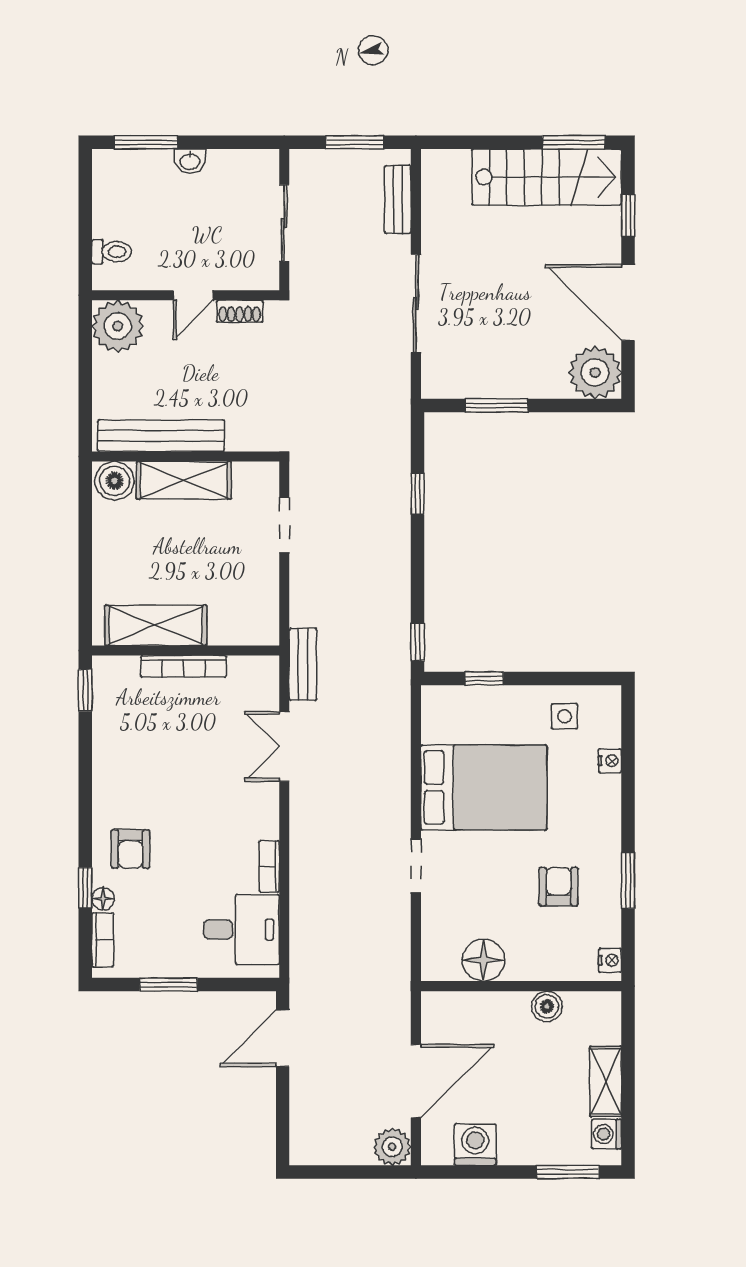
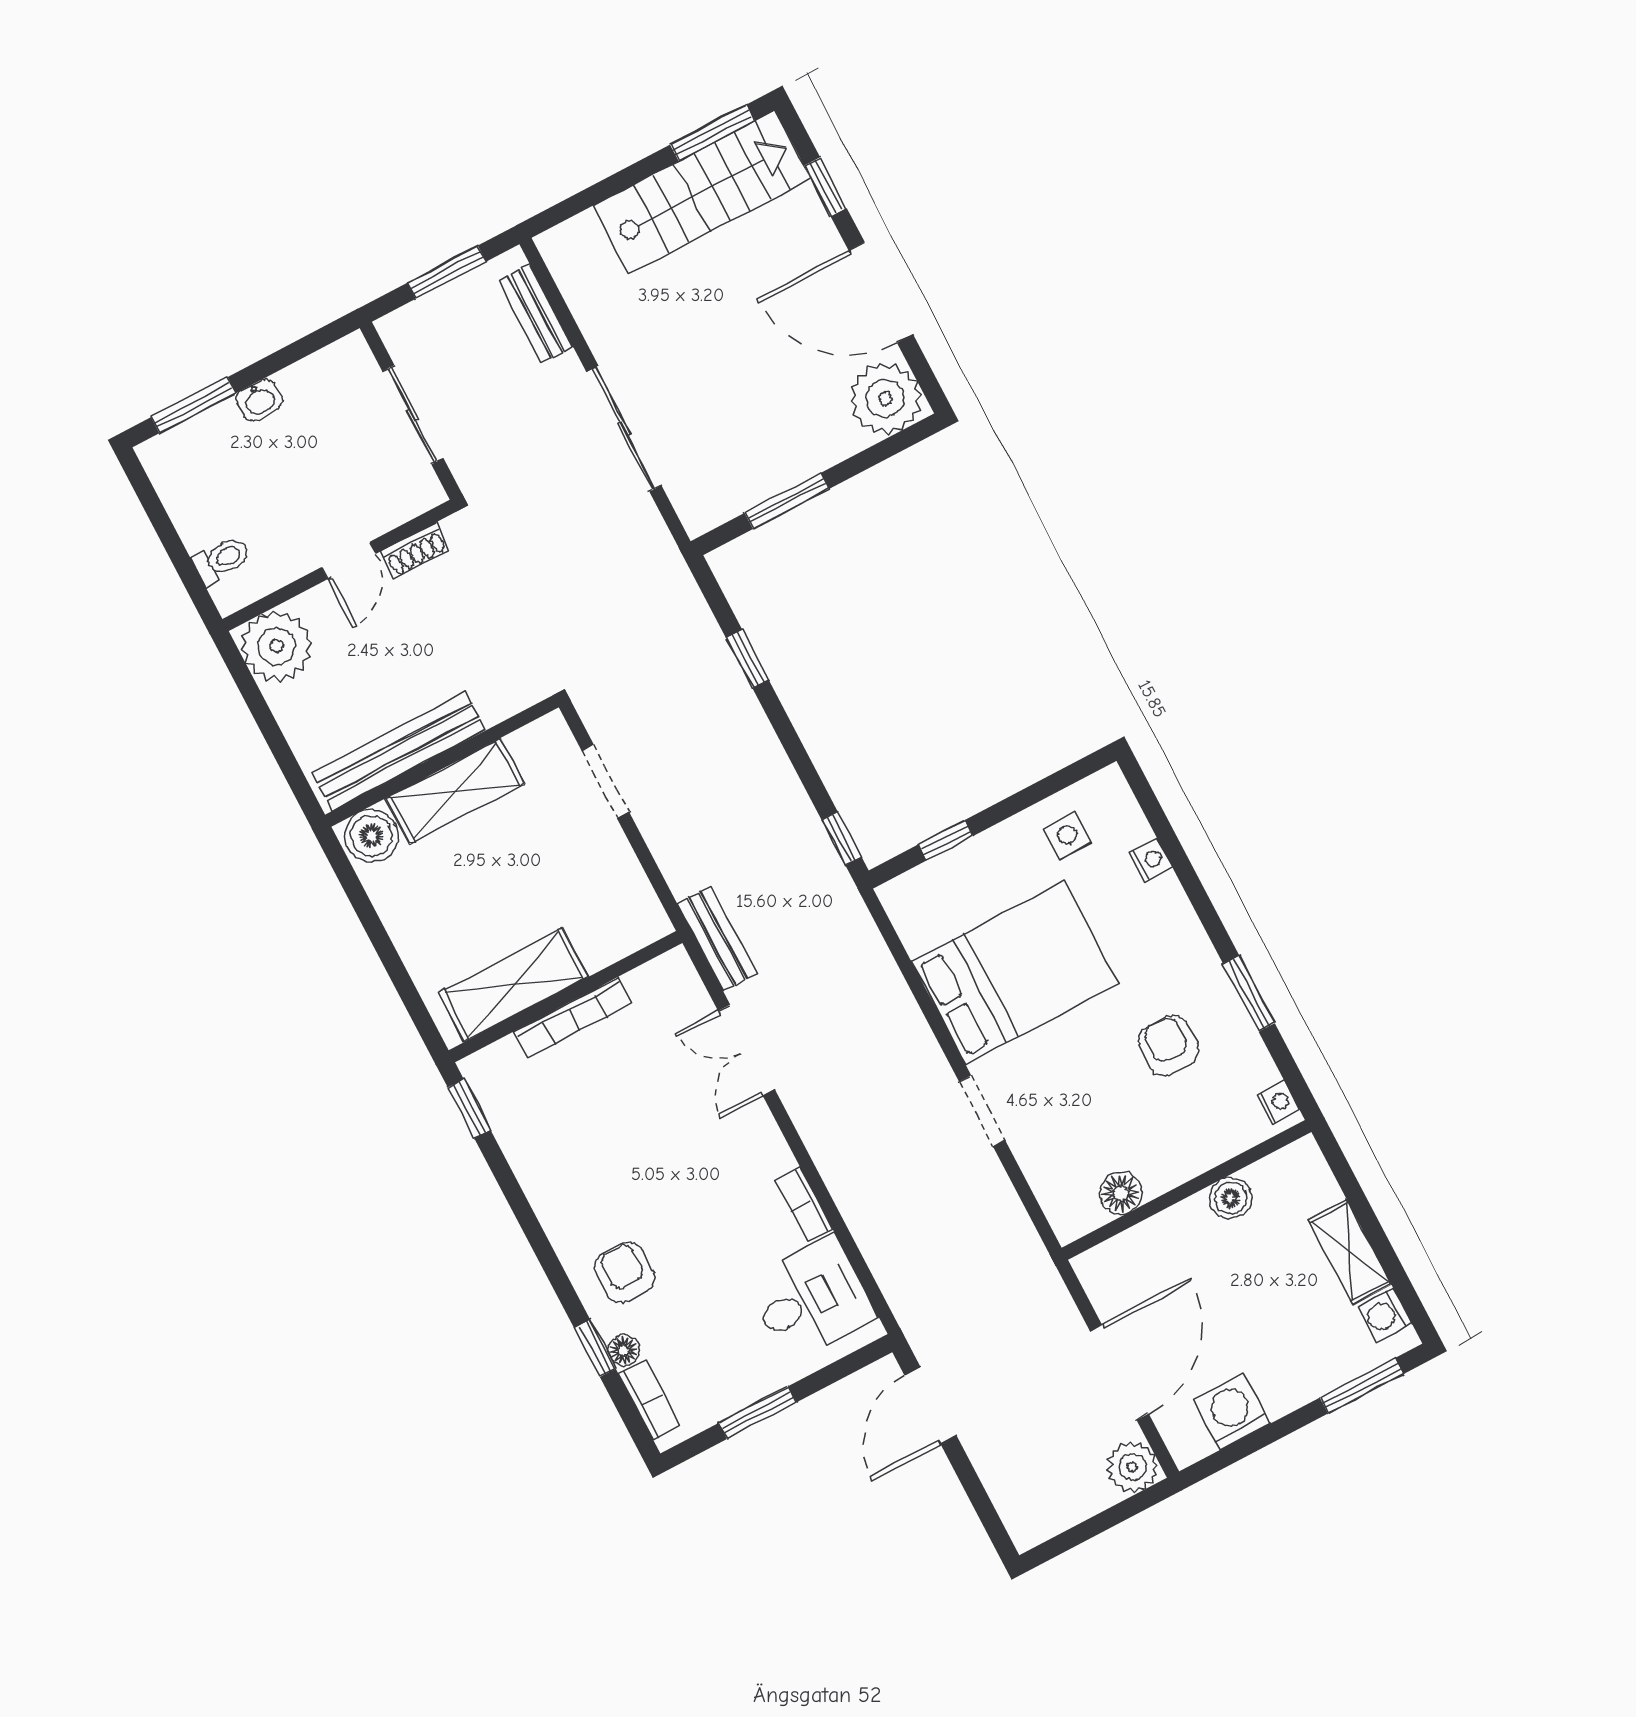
armchair: (130, 849) -> (625, 1272), turned 180
floor lamp: (483, 960) -> (1121, 1193), width x0.73, depth x0.73

